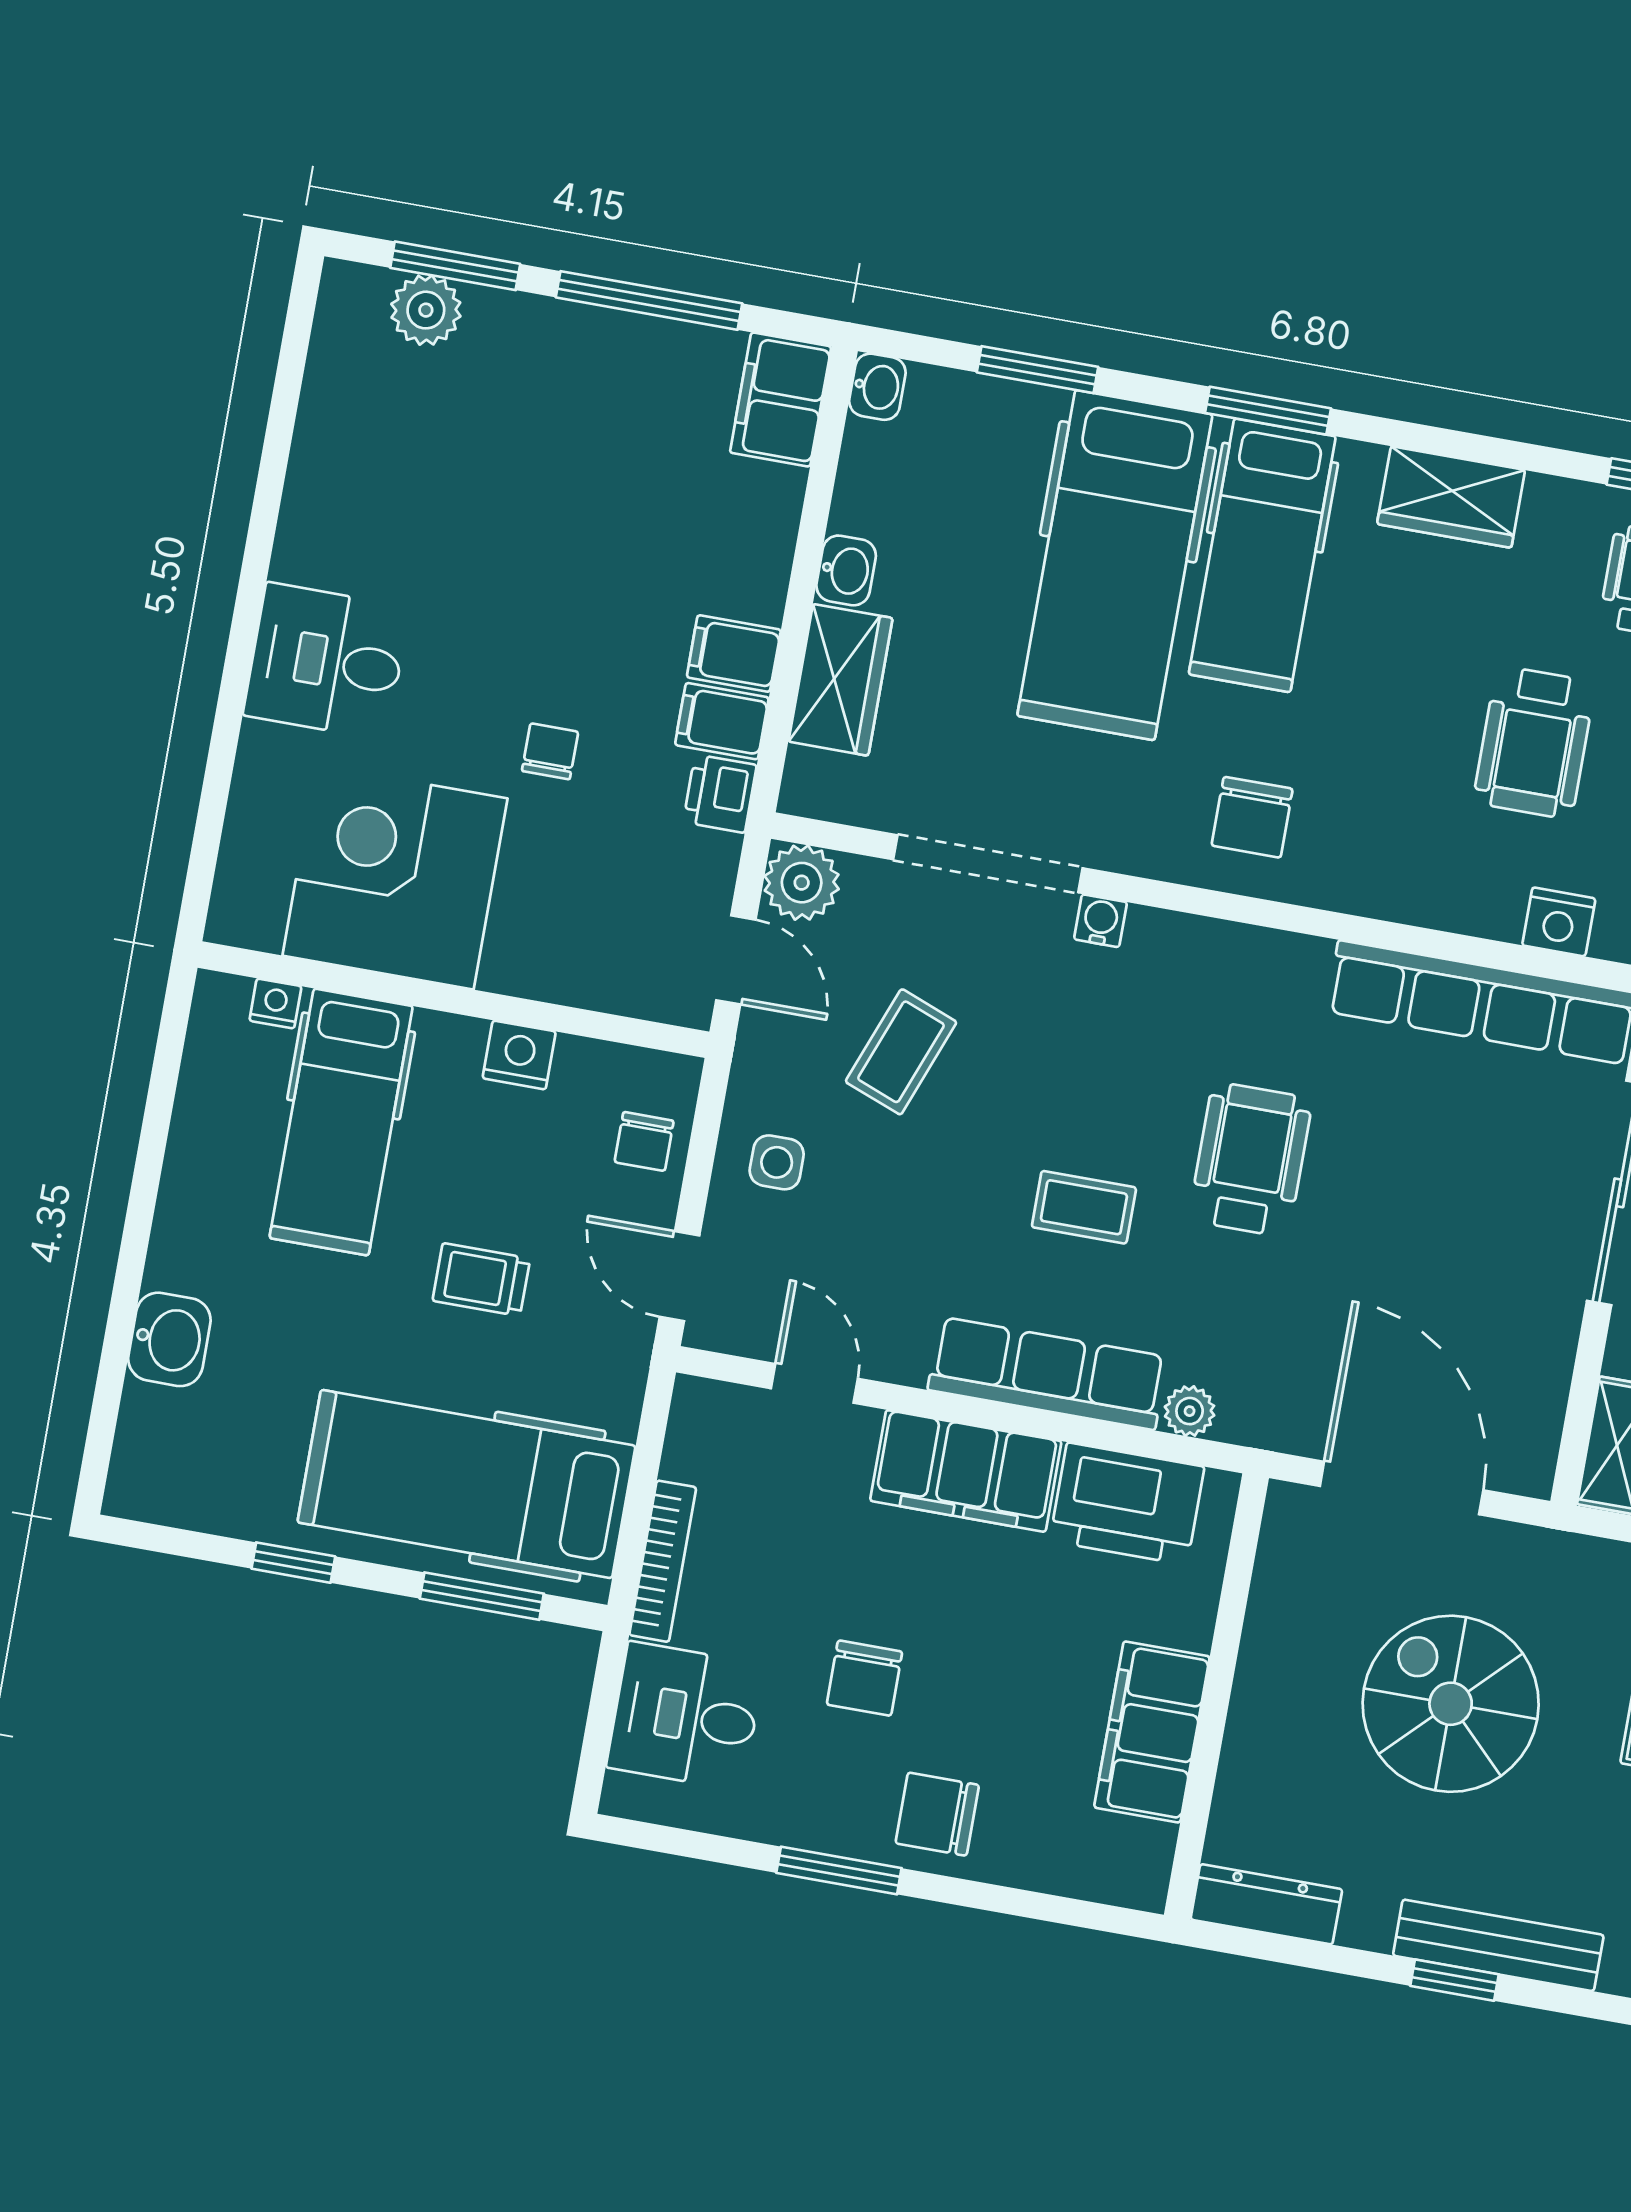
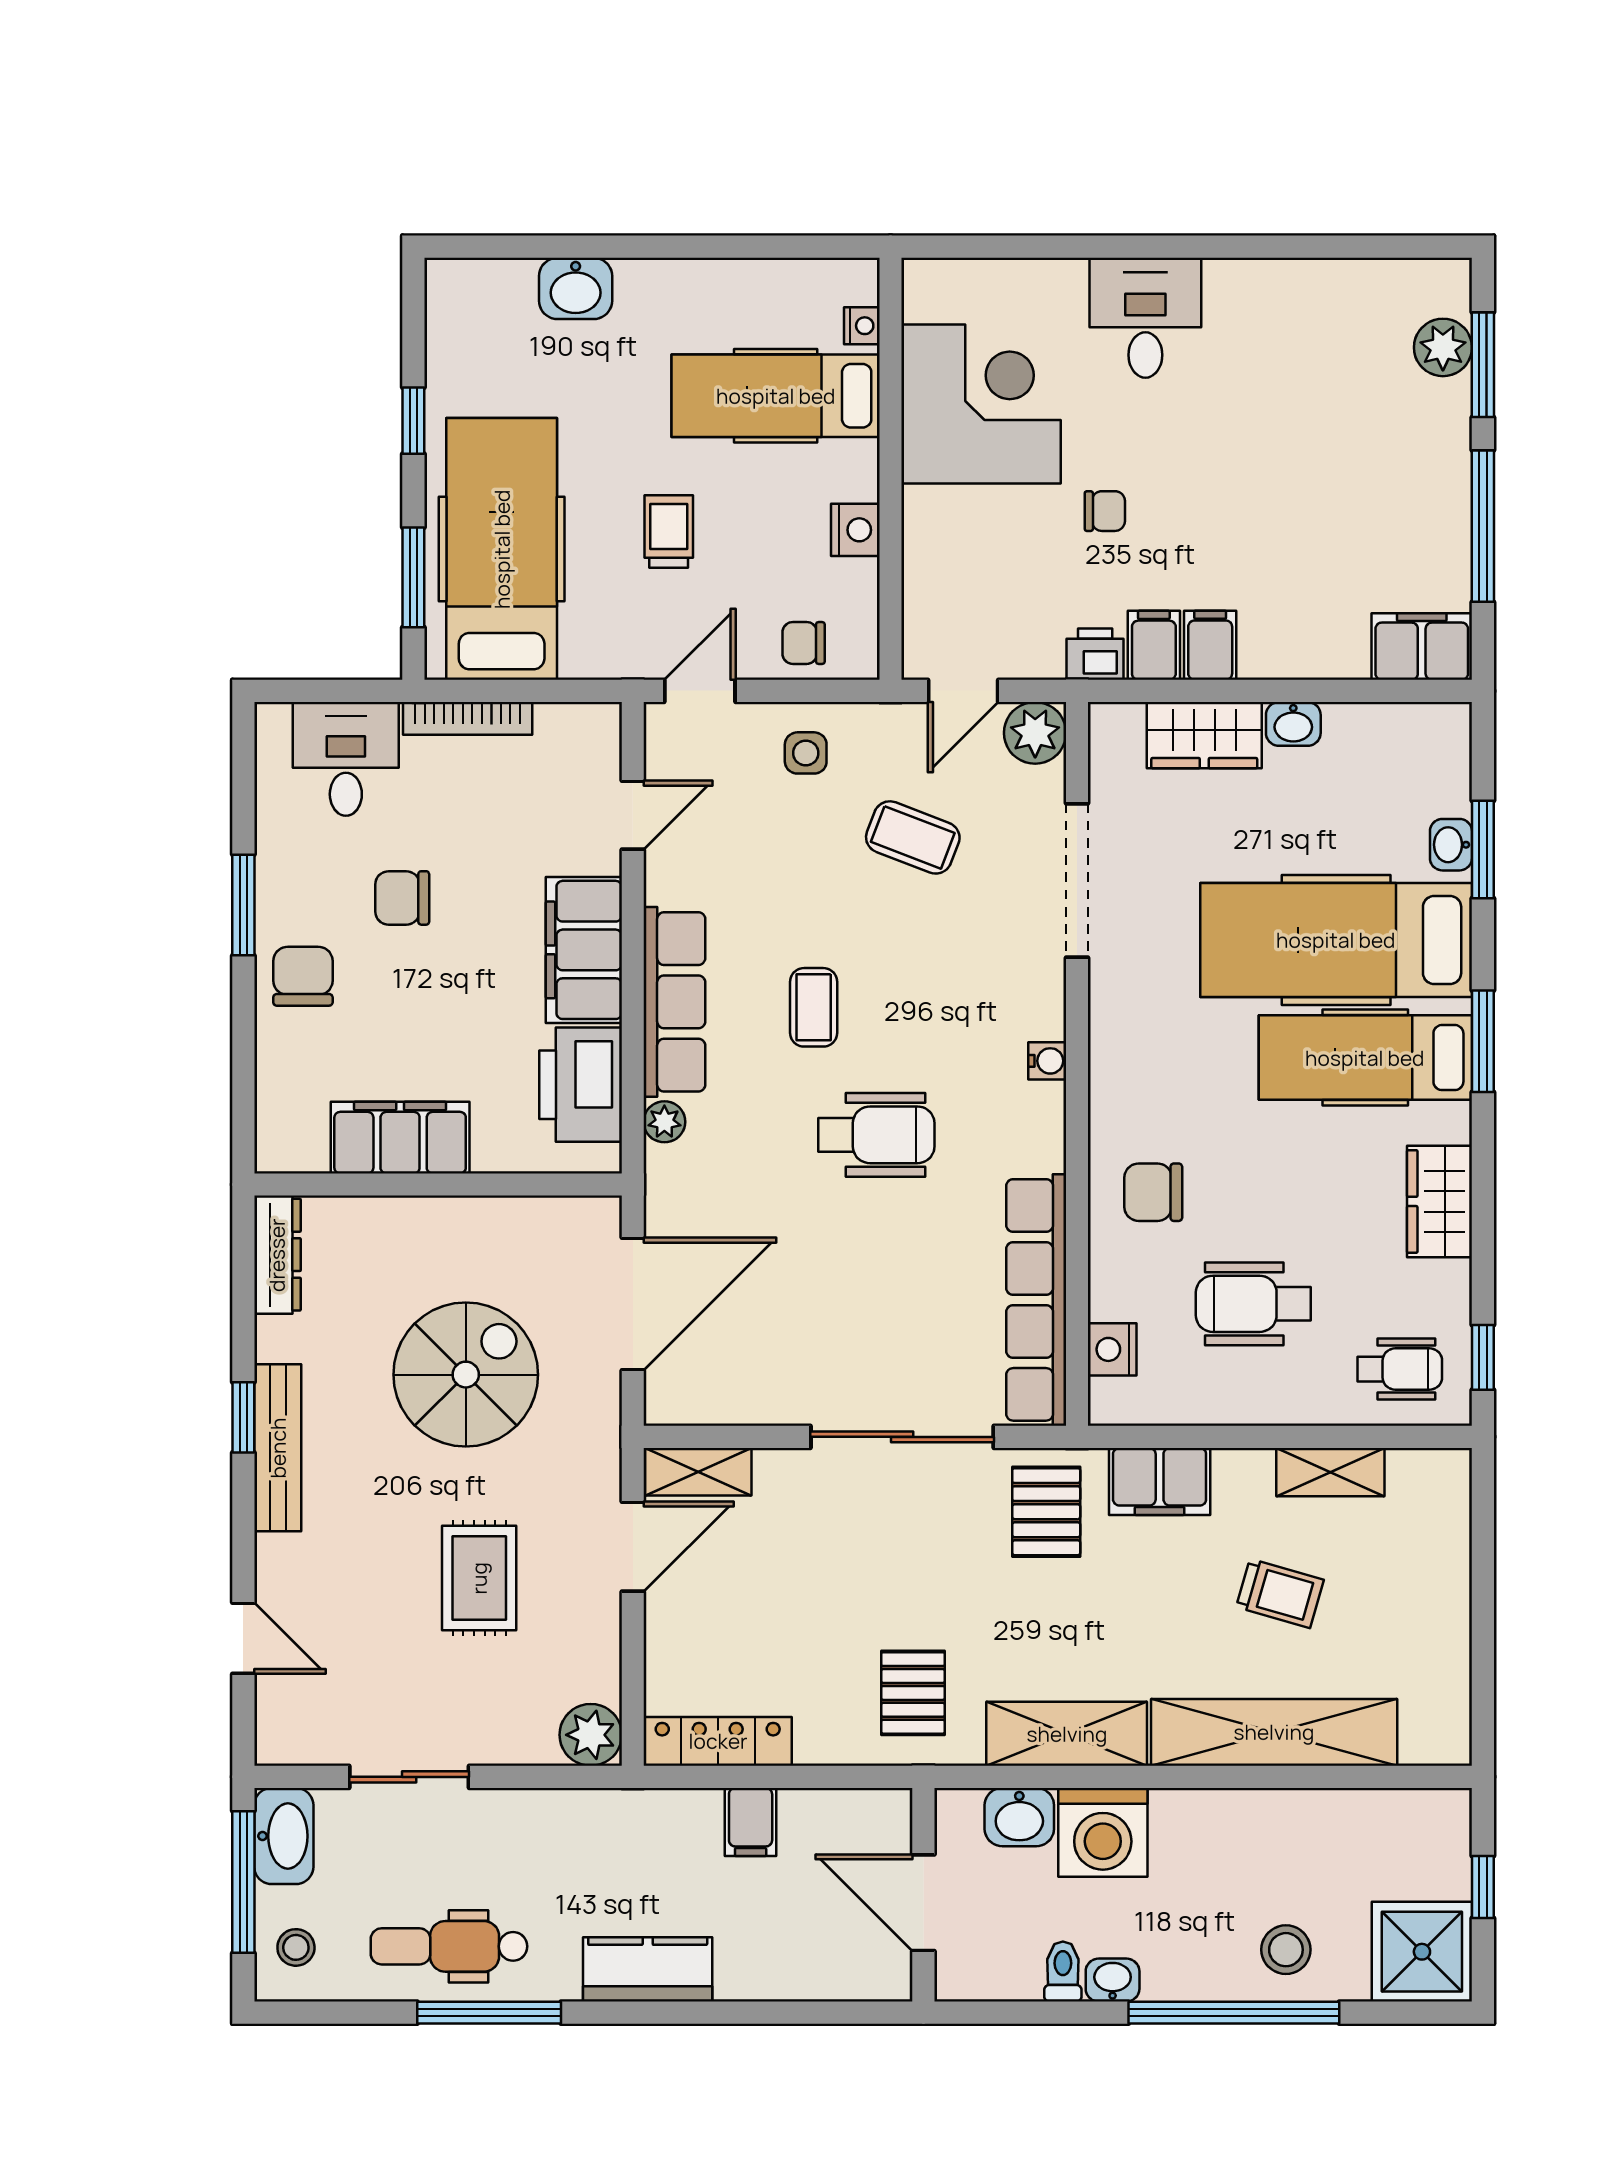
washbasin: (877, 387) -> (1451, 845), moved, turned 90
chair: (1252, 817) -> (1153, 1192), moved
water cooler: (1101, 921) -> (1047, 1061), moved

